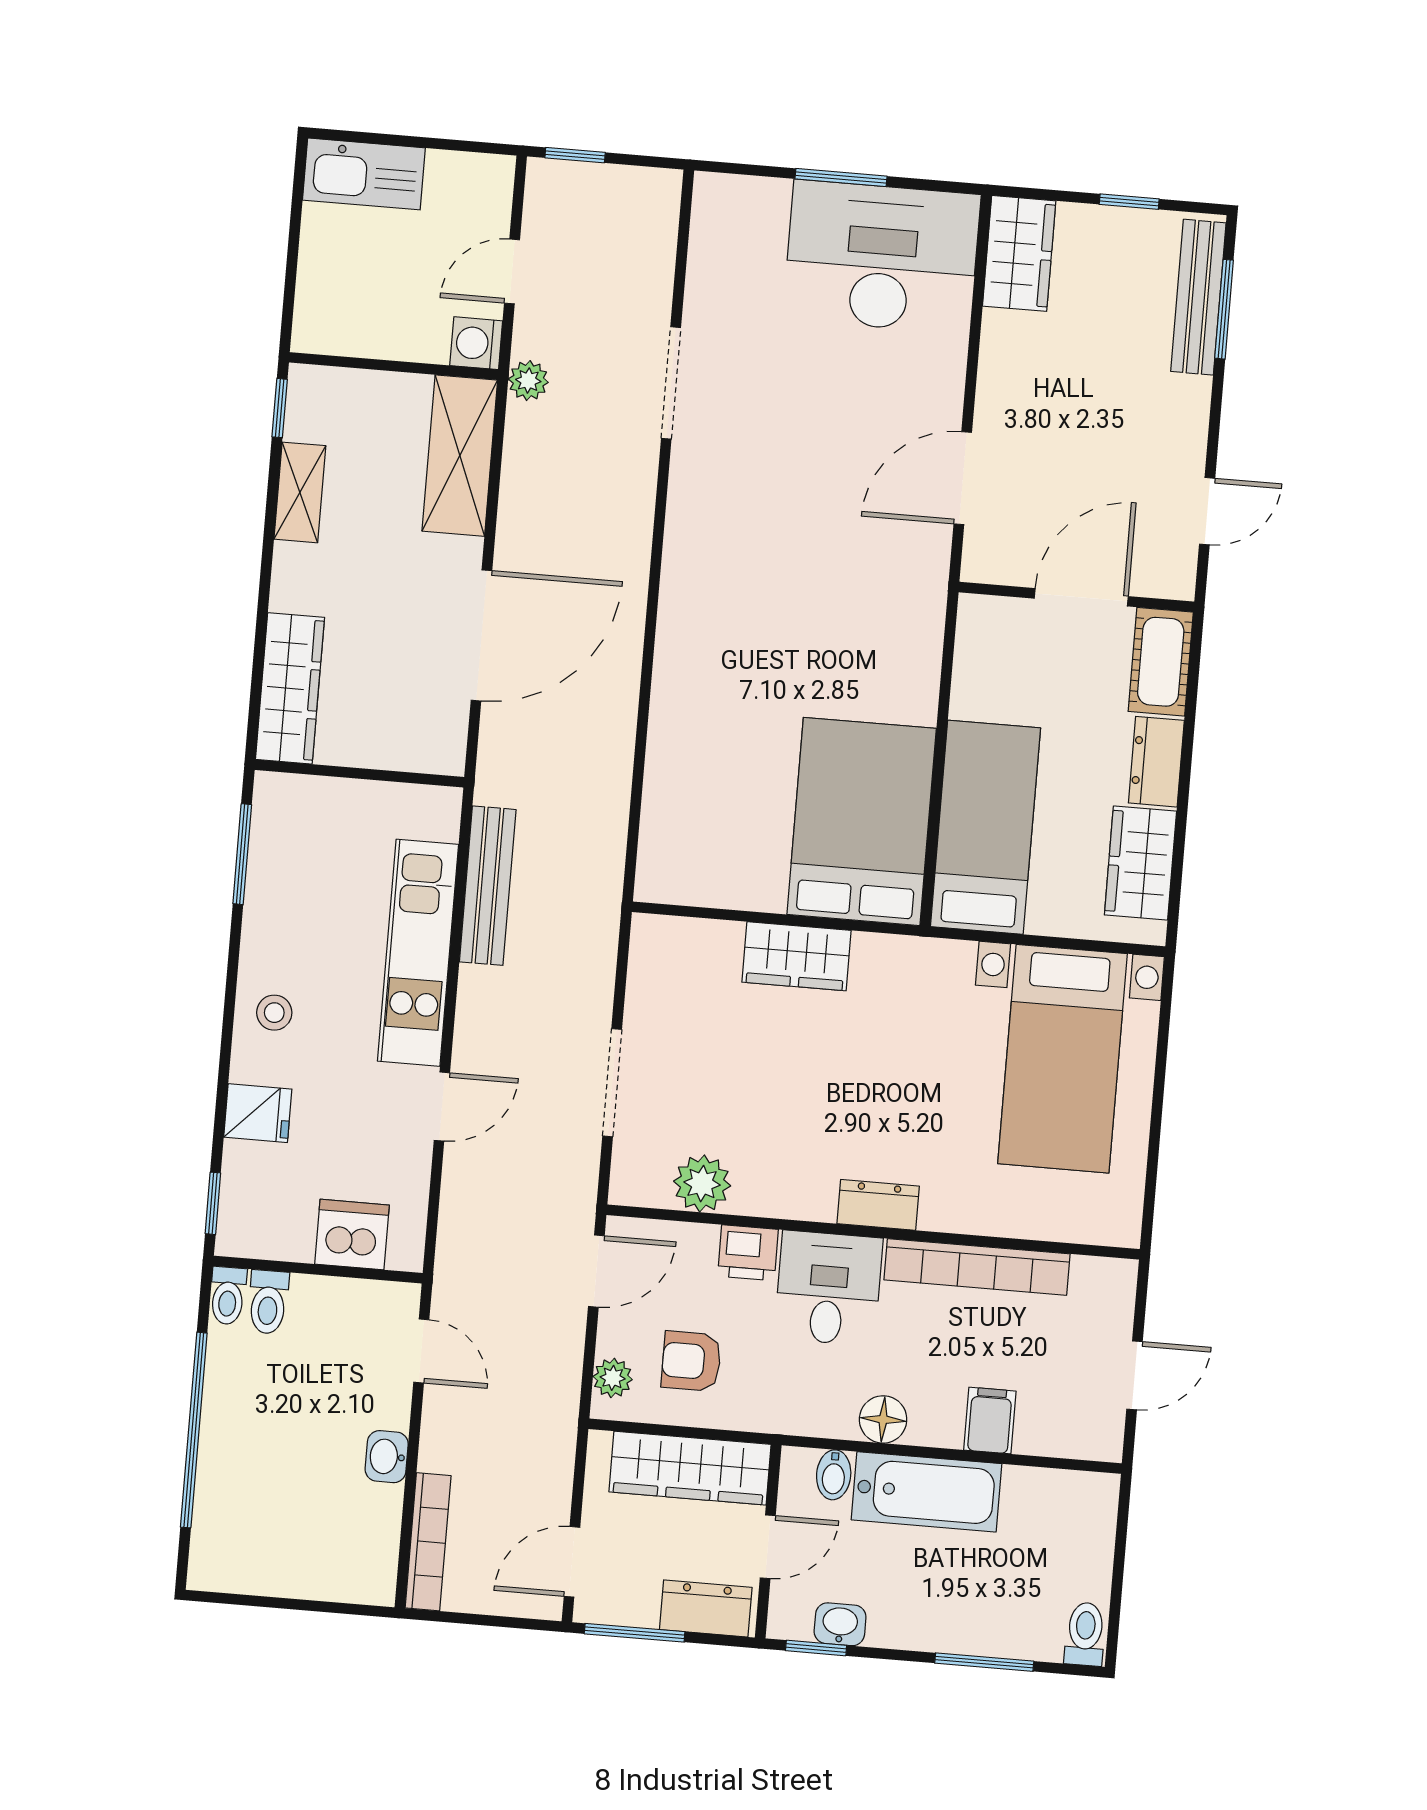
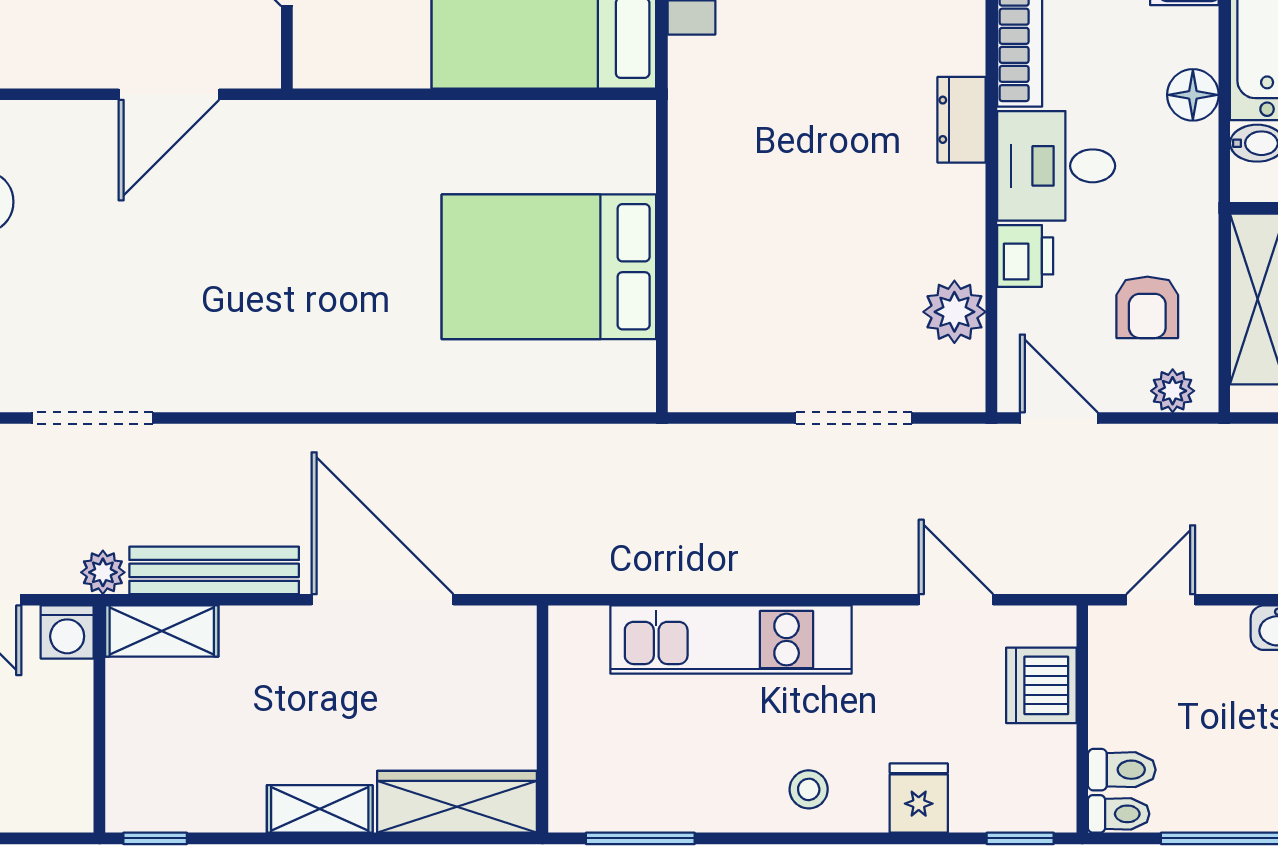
shelving: (460, 456) -> (162, 631), width x0.67, depth x0.75
door: (963, 478) -> (169, 94), hinge flipped
shelving: (300, 492) -> (320, 809), moved
bed: (862, 821) -> (549, 267), moved
bench: (488, 886) -> (214, 570), moved
wardrobe: (797, 956) -> (700, 230), removed
door: (442, 1107) -> (956, 600), moved

